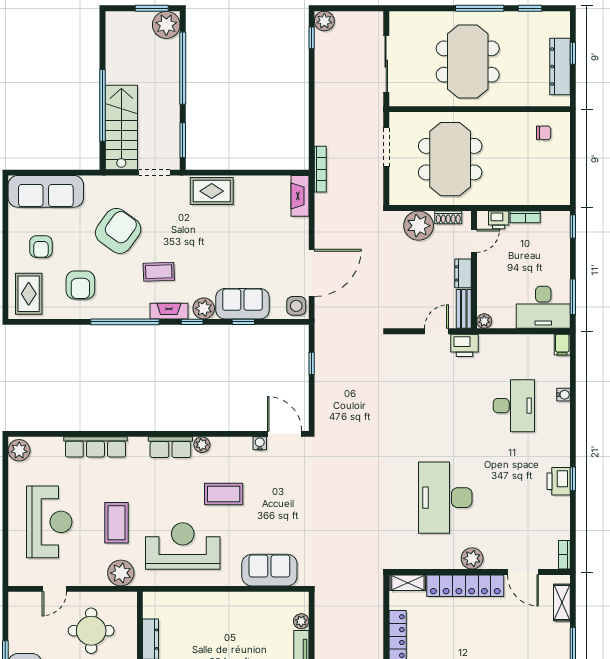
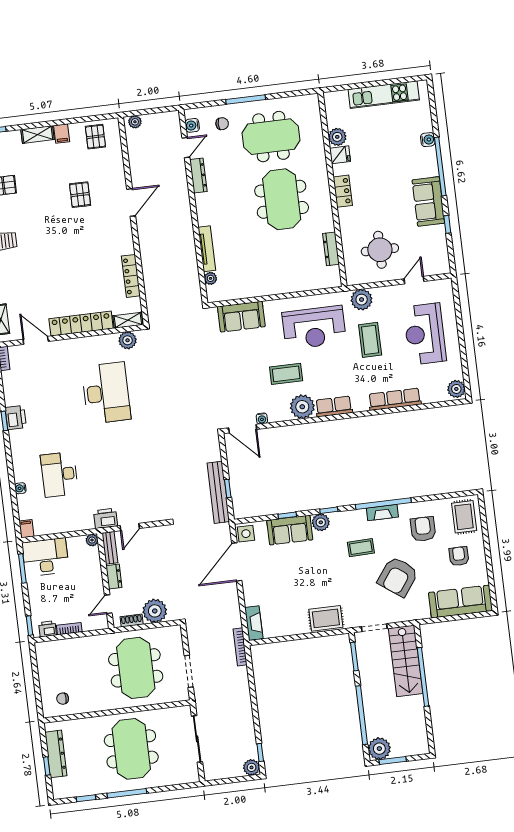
printer: (499, 220) -> (48, 629), moved
fireplace: (169, 311) -> (382, 513), moved
bench: (324, 360) -> (218, 492), added
plant: (202, 445) -> (302, 407), width x1.87, depth x1.87
plant: (472, 558) -> (128, 340), moved

